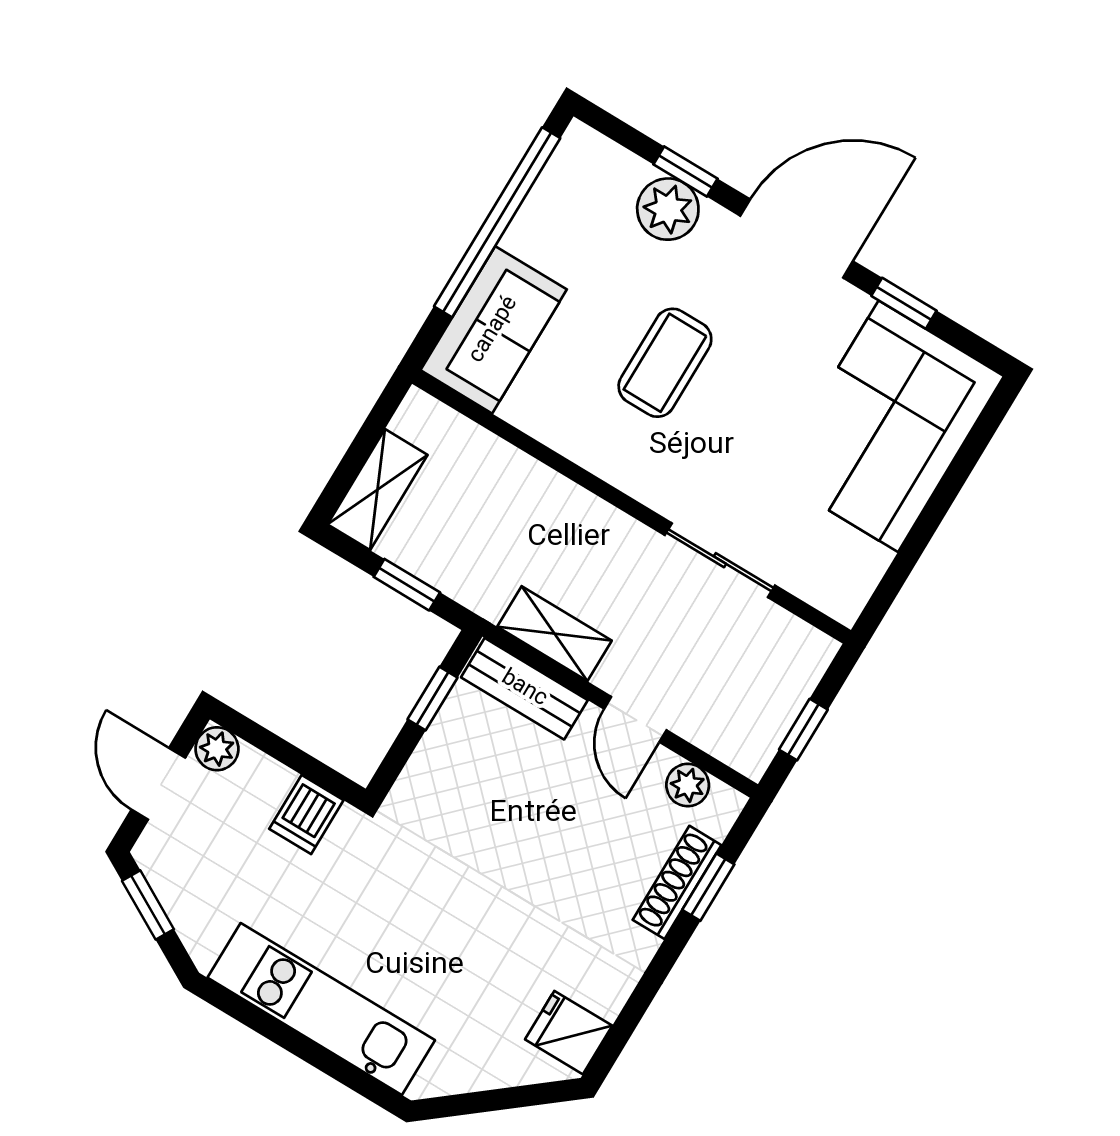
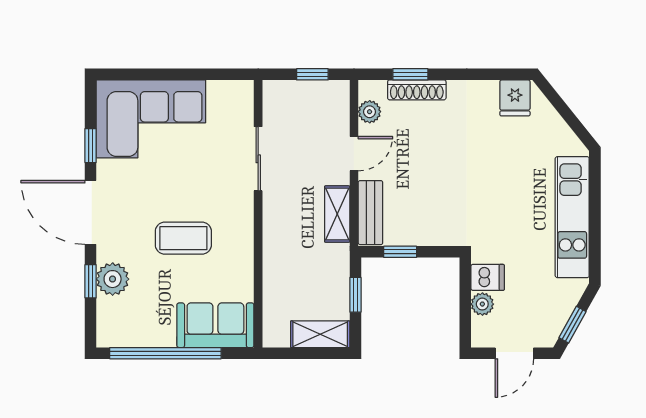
plant: (217, 749) -> (482, 304), moved

